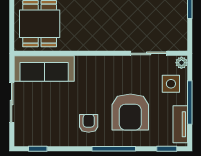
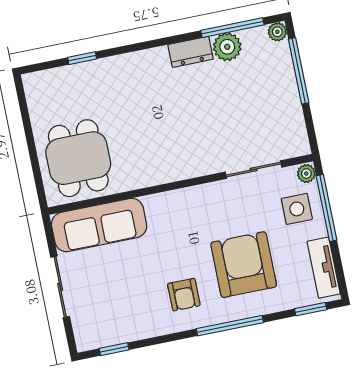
window: (190, 103) -> (327, 208), moved
armchair: (130, 112) -> (244, 265), turned 180
armchair: (89, 123) -> (184, 295), turned 180

